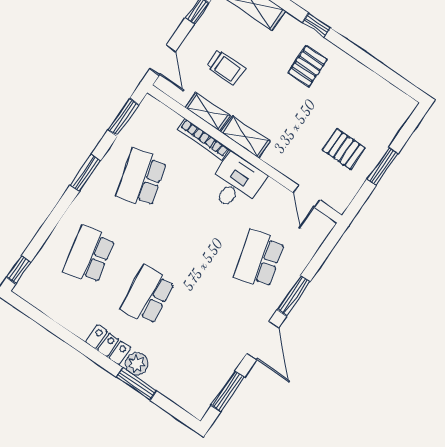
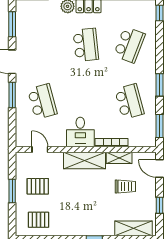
pallet: (308, 66) -> (39, 220), moved, turned 90
trolley: (226, 67) -> (125, 186), turned 180
shelving: (245, 137) -> (85, 160), width x1.50, depth x1.33
school desk: (89, 255) -> (129, 45), turned 33

